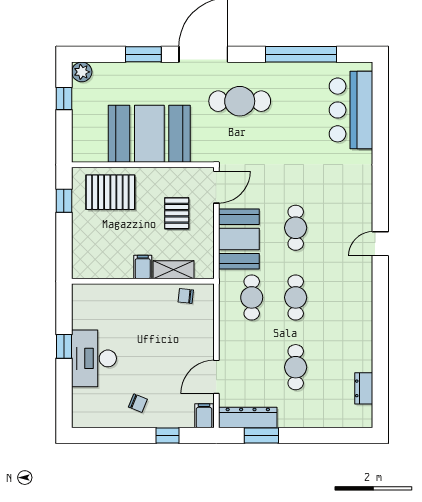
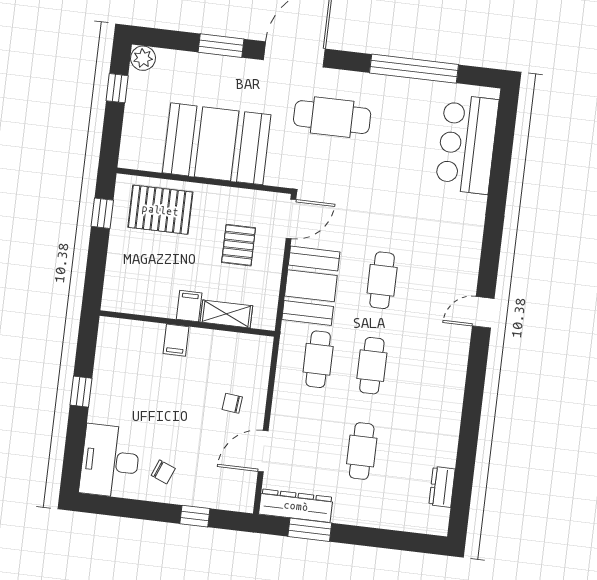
chair: (186, 296) -> (232, 403), moved
desk: (94, 358) -> (110, 461), moved
filing cabinet: (204, 416) -> (176, 340), moved, turned 180

